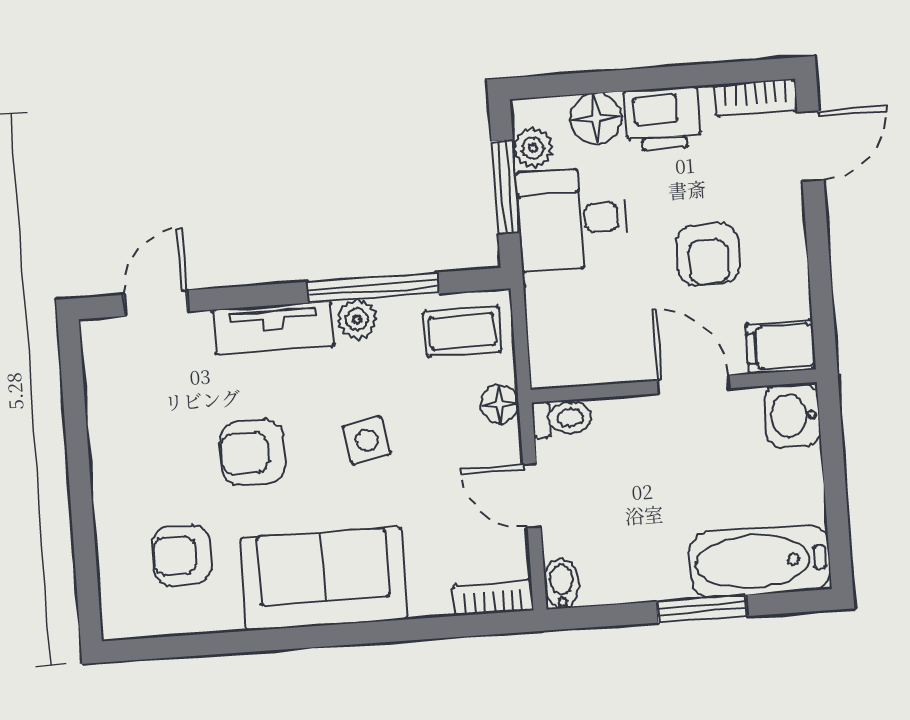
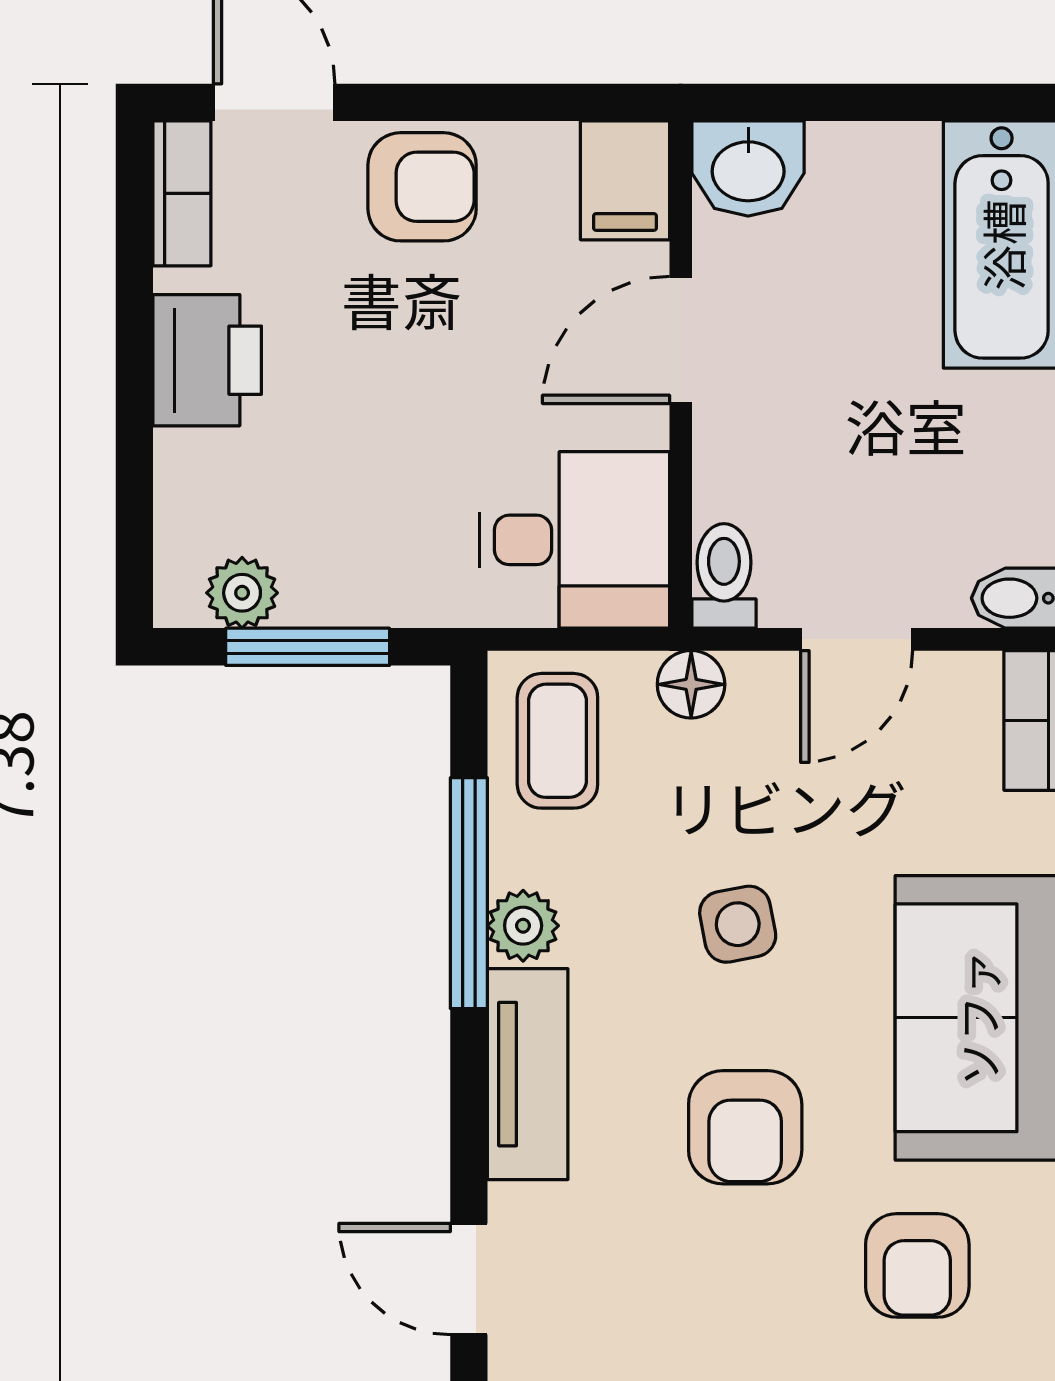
floor lamp: (596, 118) -> (198, 478), removed
desk: (572, 219) -> (574, 540), moved, turned -90
armchair: (708, 254) -> (422, 187), moved

